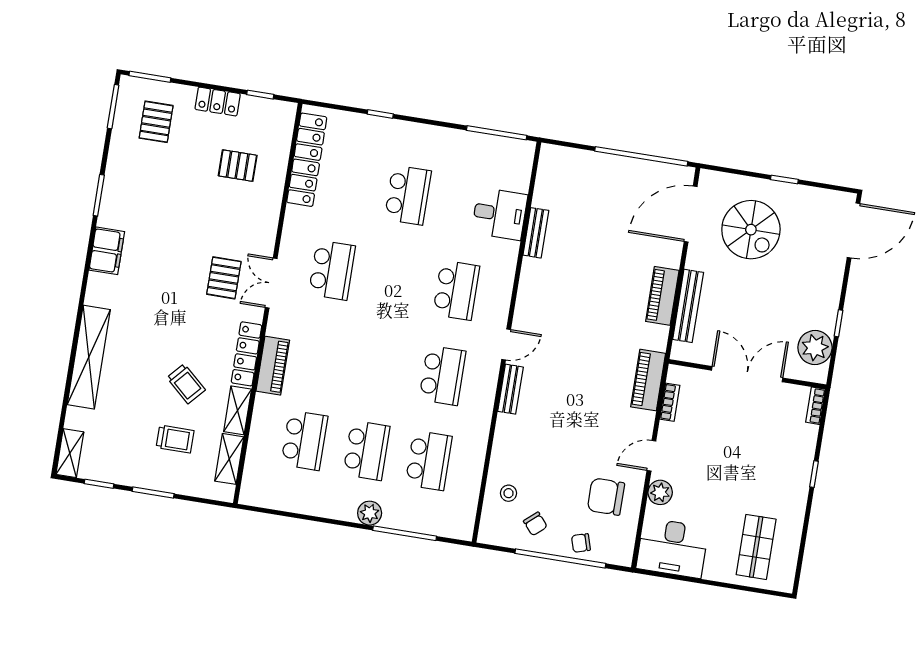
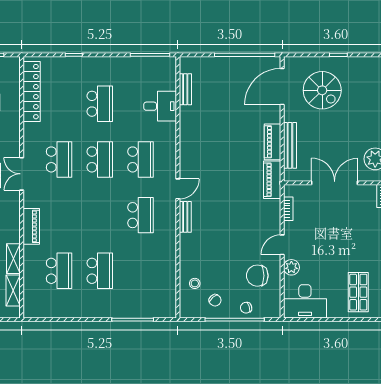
bench: (536, 233) -> (185, 89), moved
locker: (246, 354) -> (13, 222), removed
piano: (648, 380) -> (272, 180), moved
school desk: (429, 461) -> (100, 159), moved
plant: (370, 513) -> (108, 310), removed

